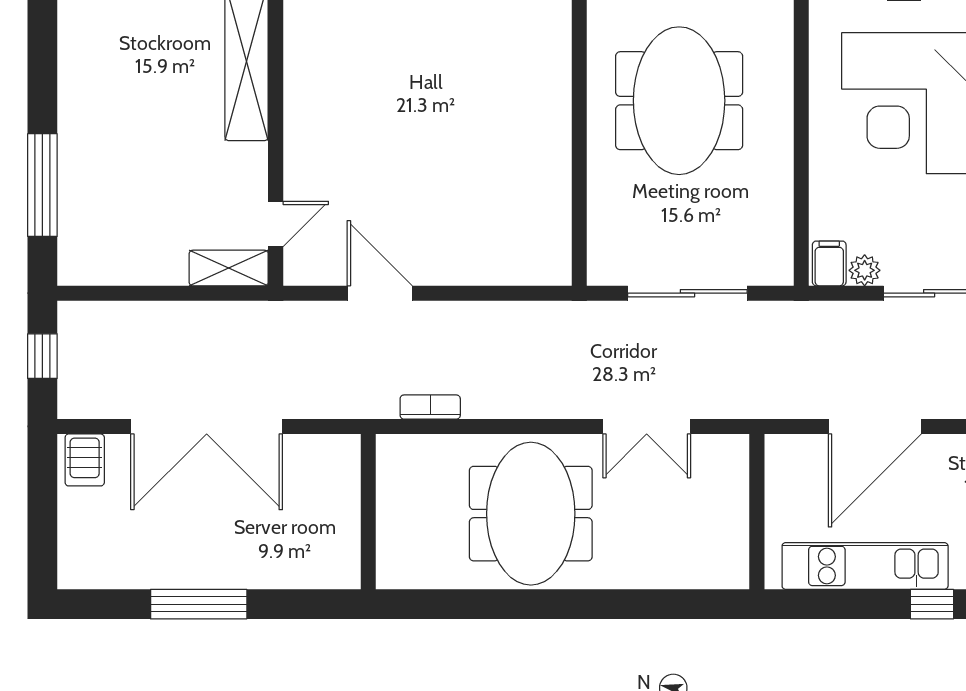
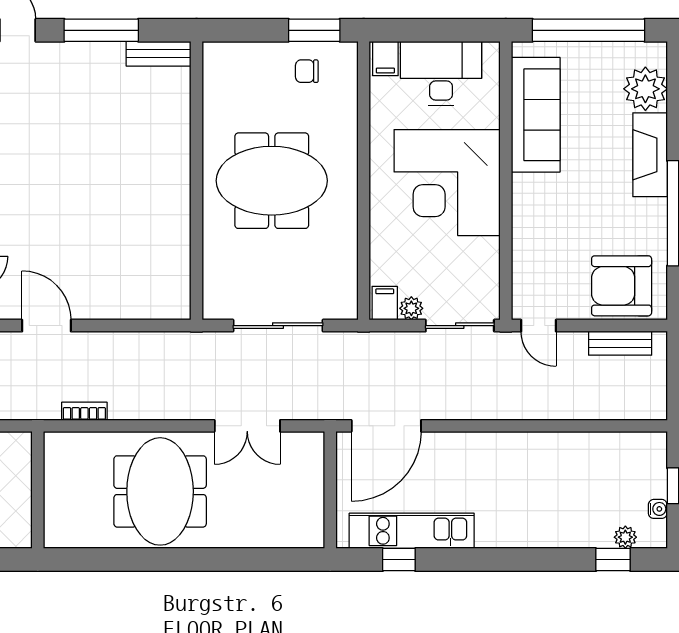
meeting table: (679, 101) -> (272, 181), turned 90
door: (875, 426) -> (386, 426), moved
window: (932, 604) -> (399, 560), moved

